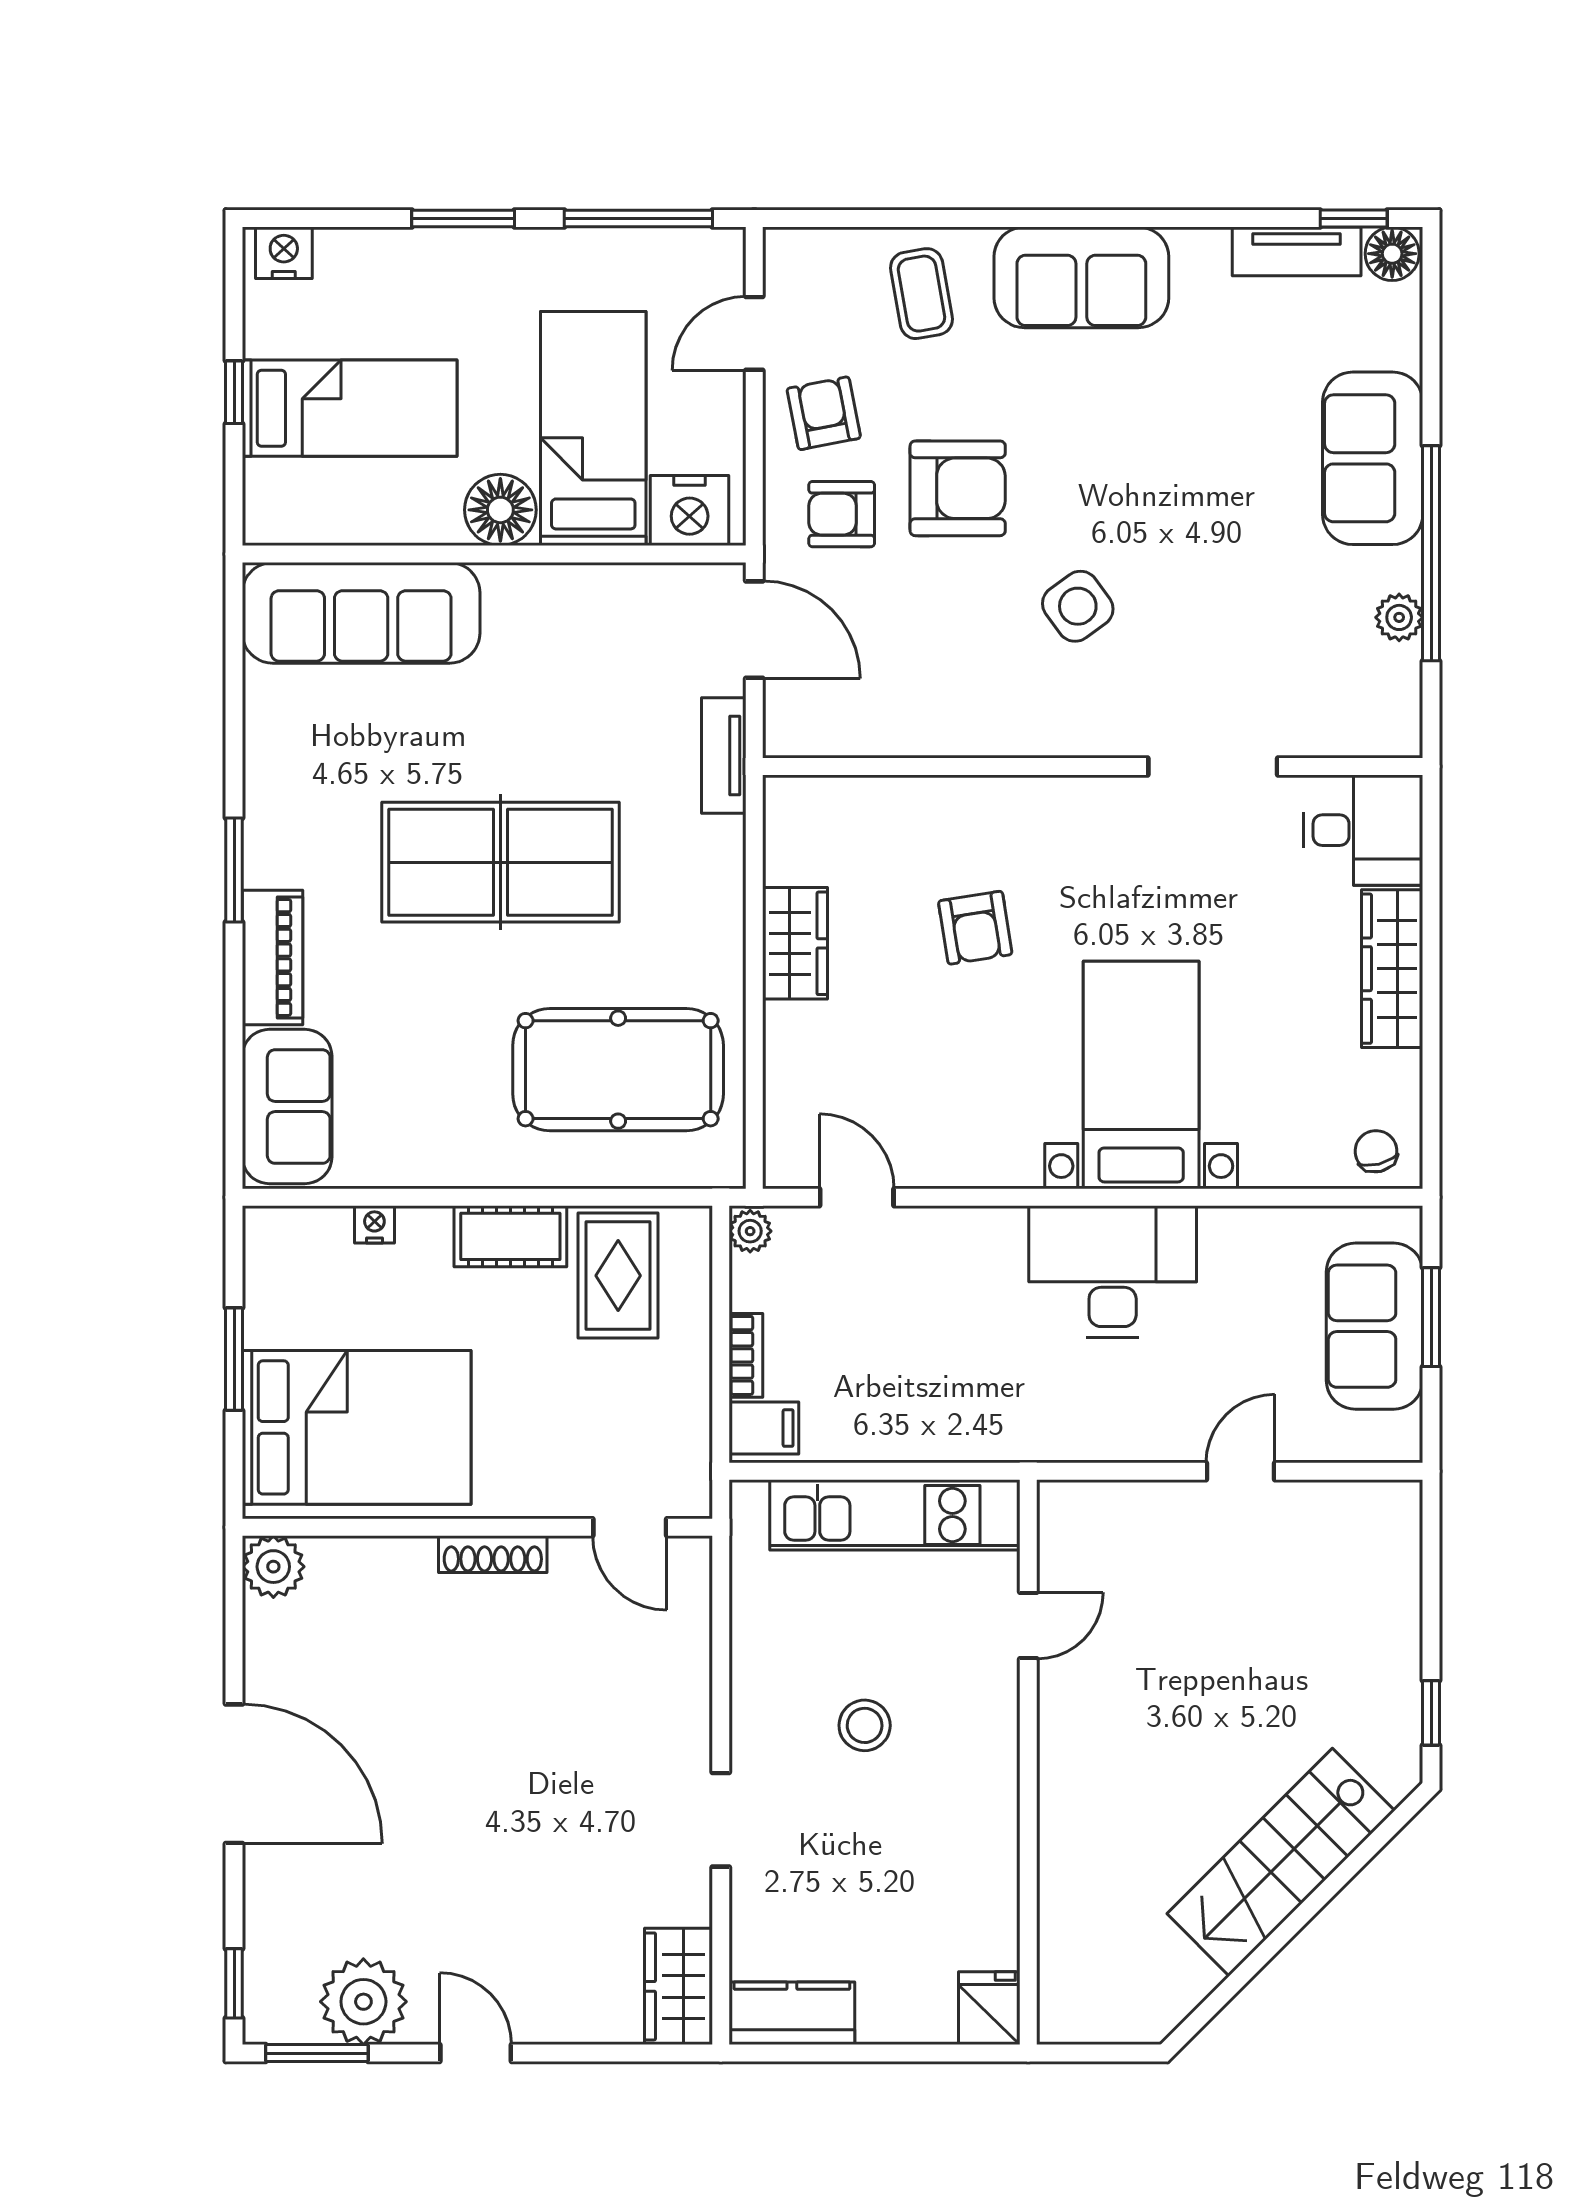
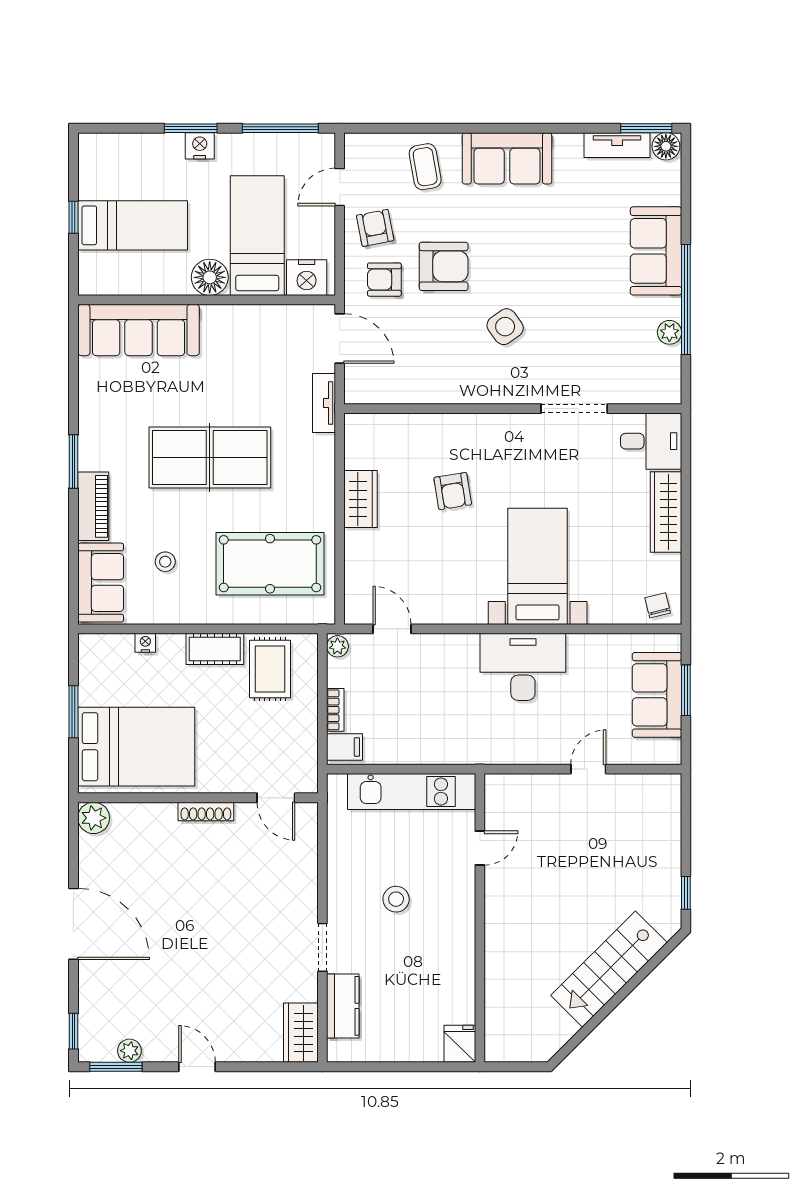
window: (1354, 218) -> (646, 128), width x1.50
nightstand: (284, 253) -> (200, 146), moved
stool: (413, 1066) -> (165, 562), added
plant: (363, 2002) -> (129, 1051), width x0.53, depth x0.53
kitchen counter: (792, 2013) -> (343, 1006), moved, turned 90

